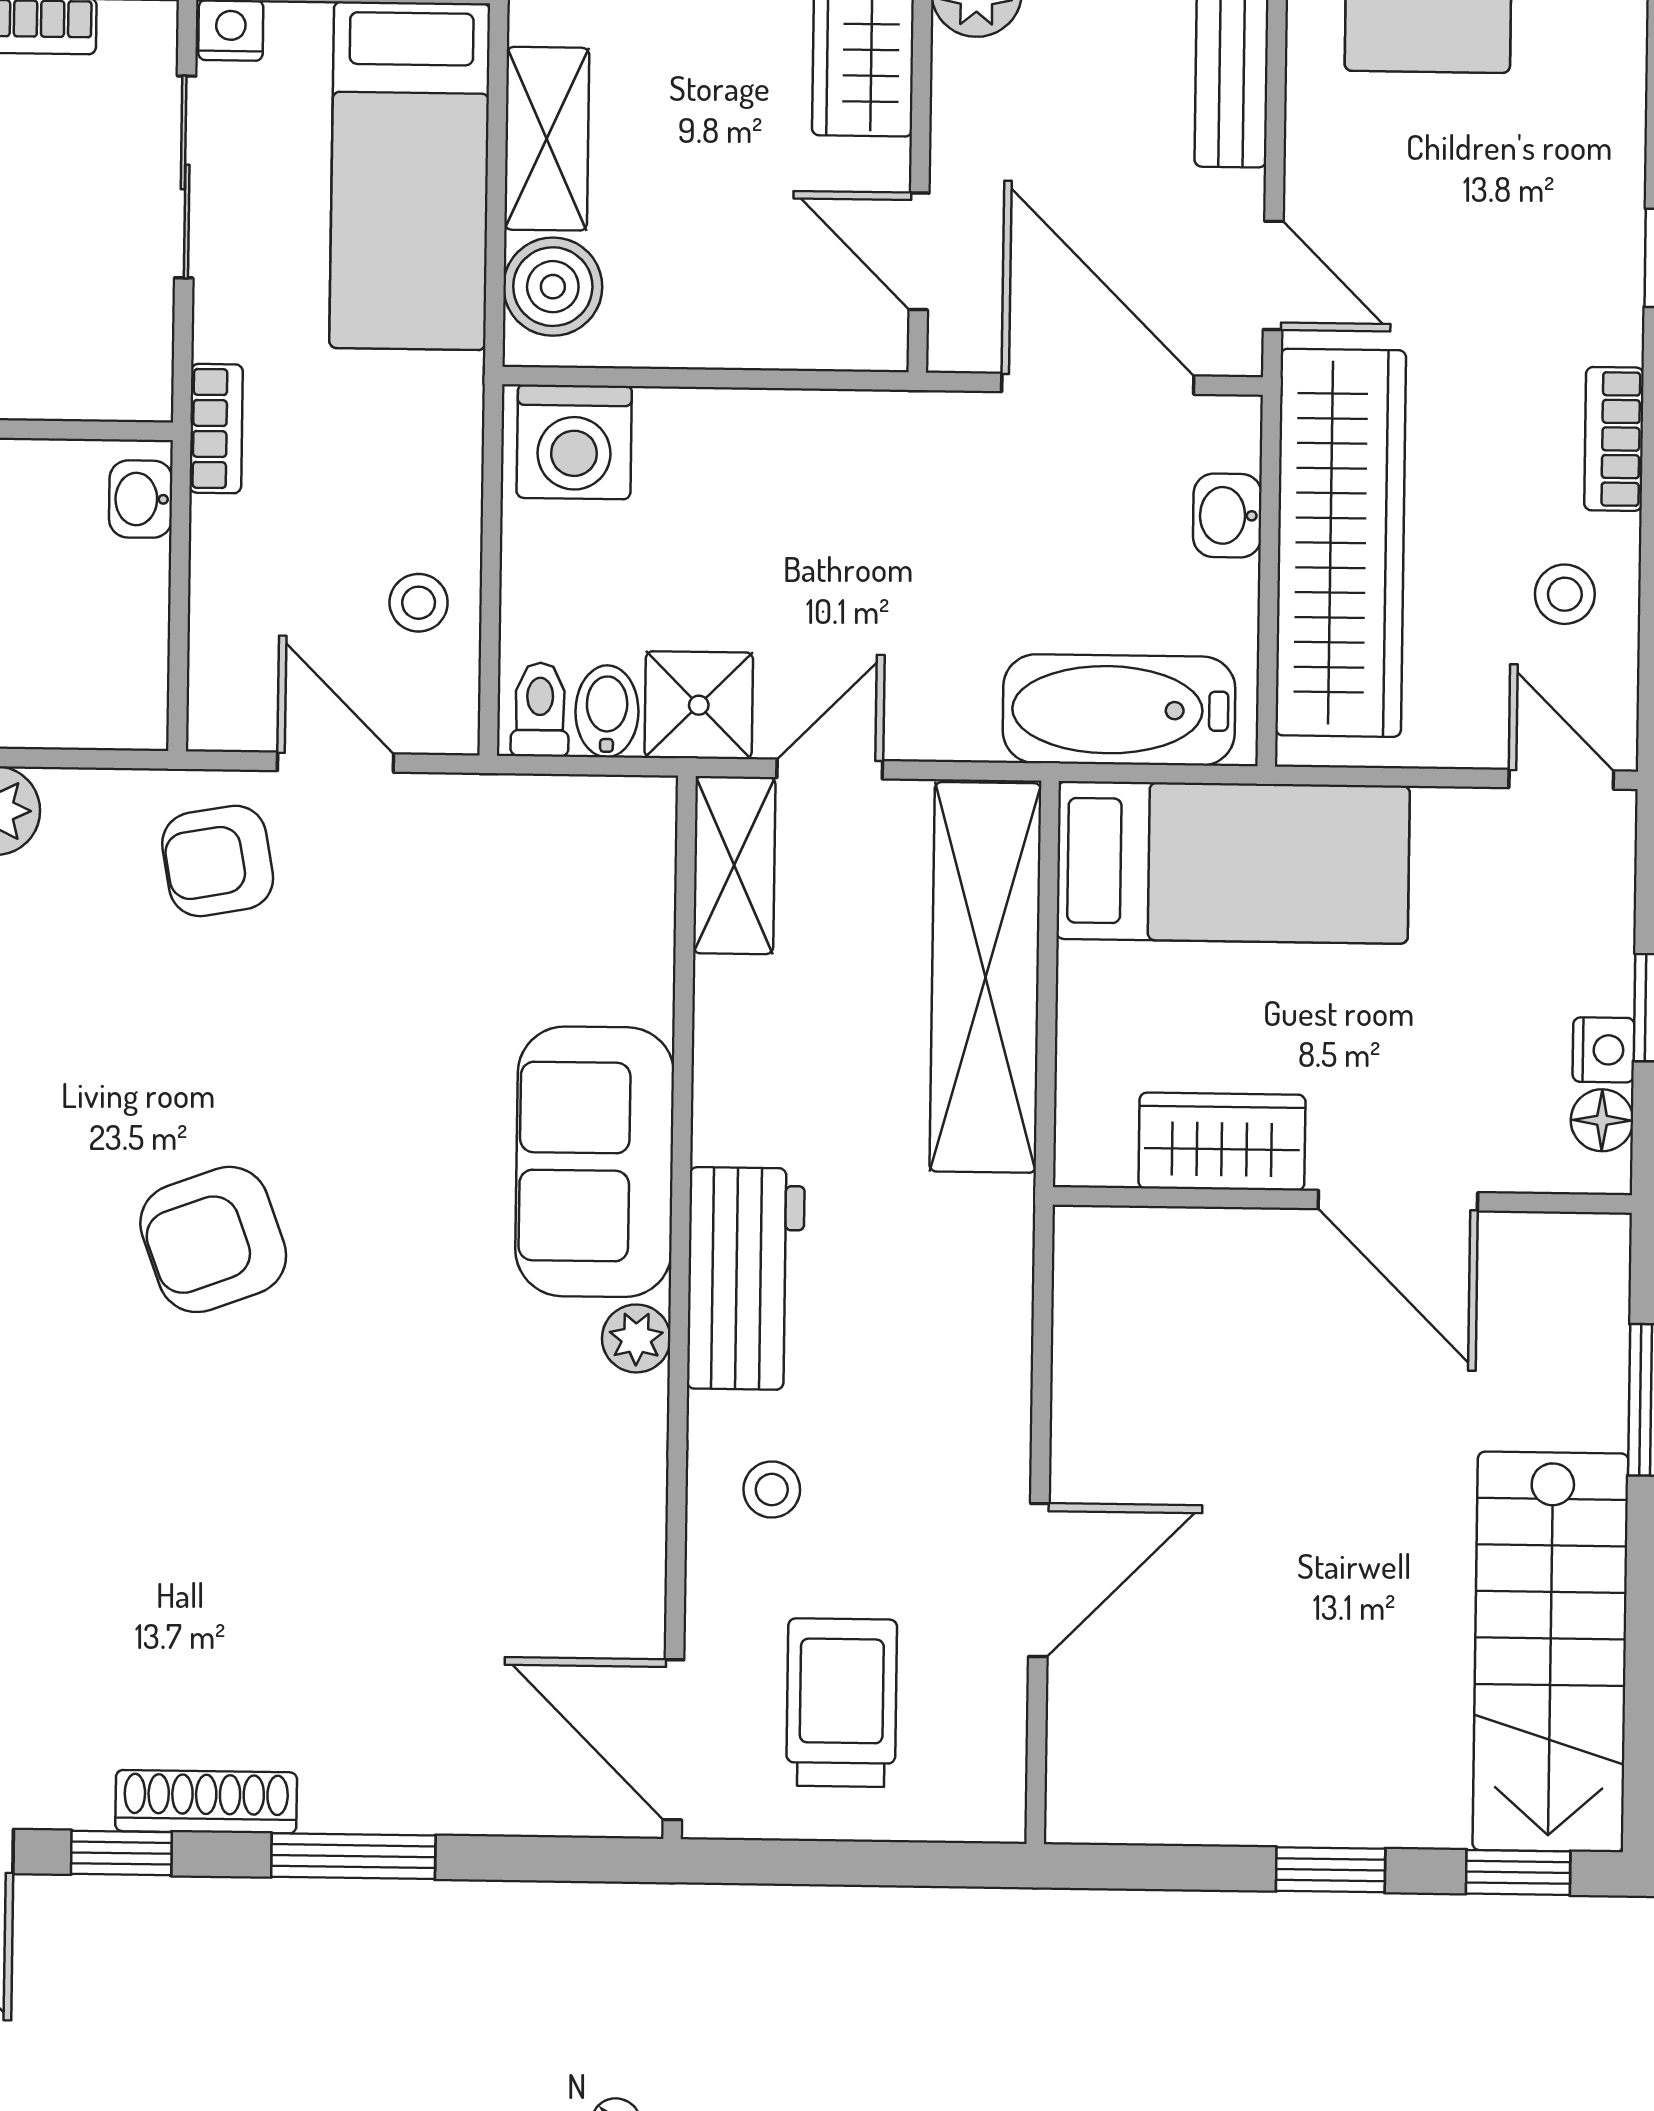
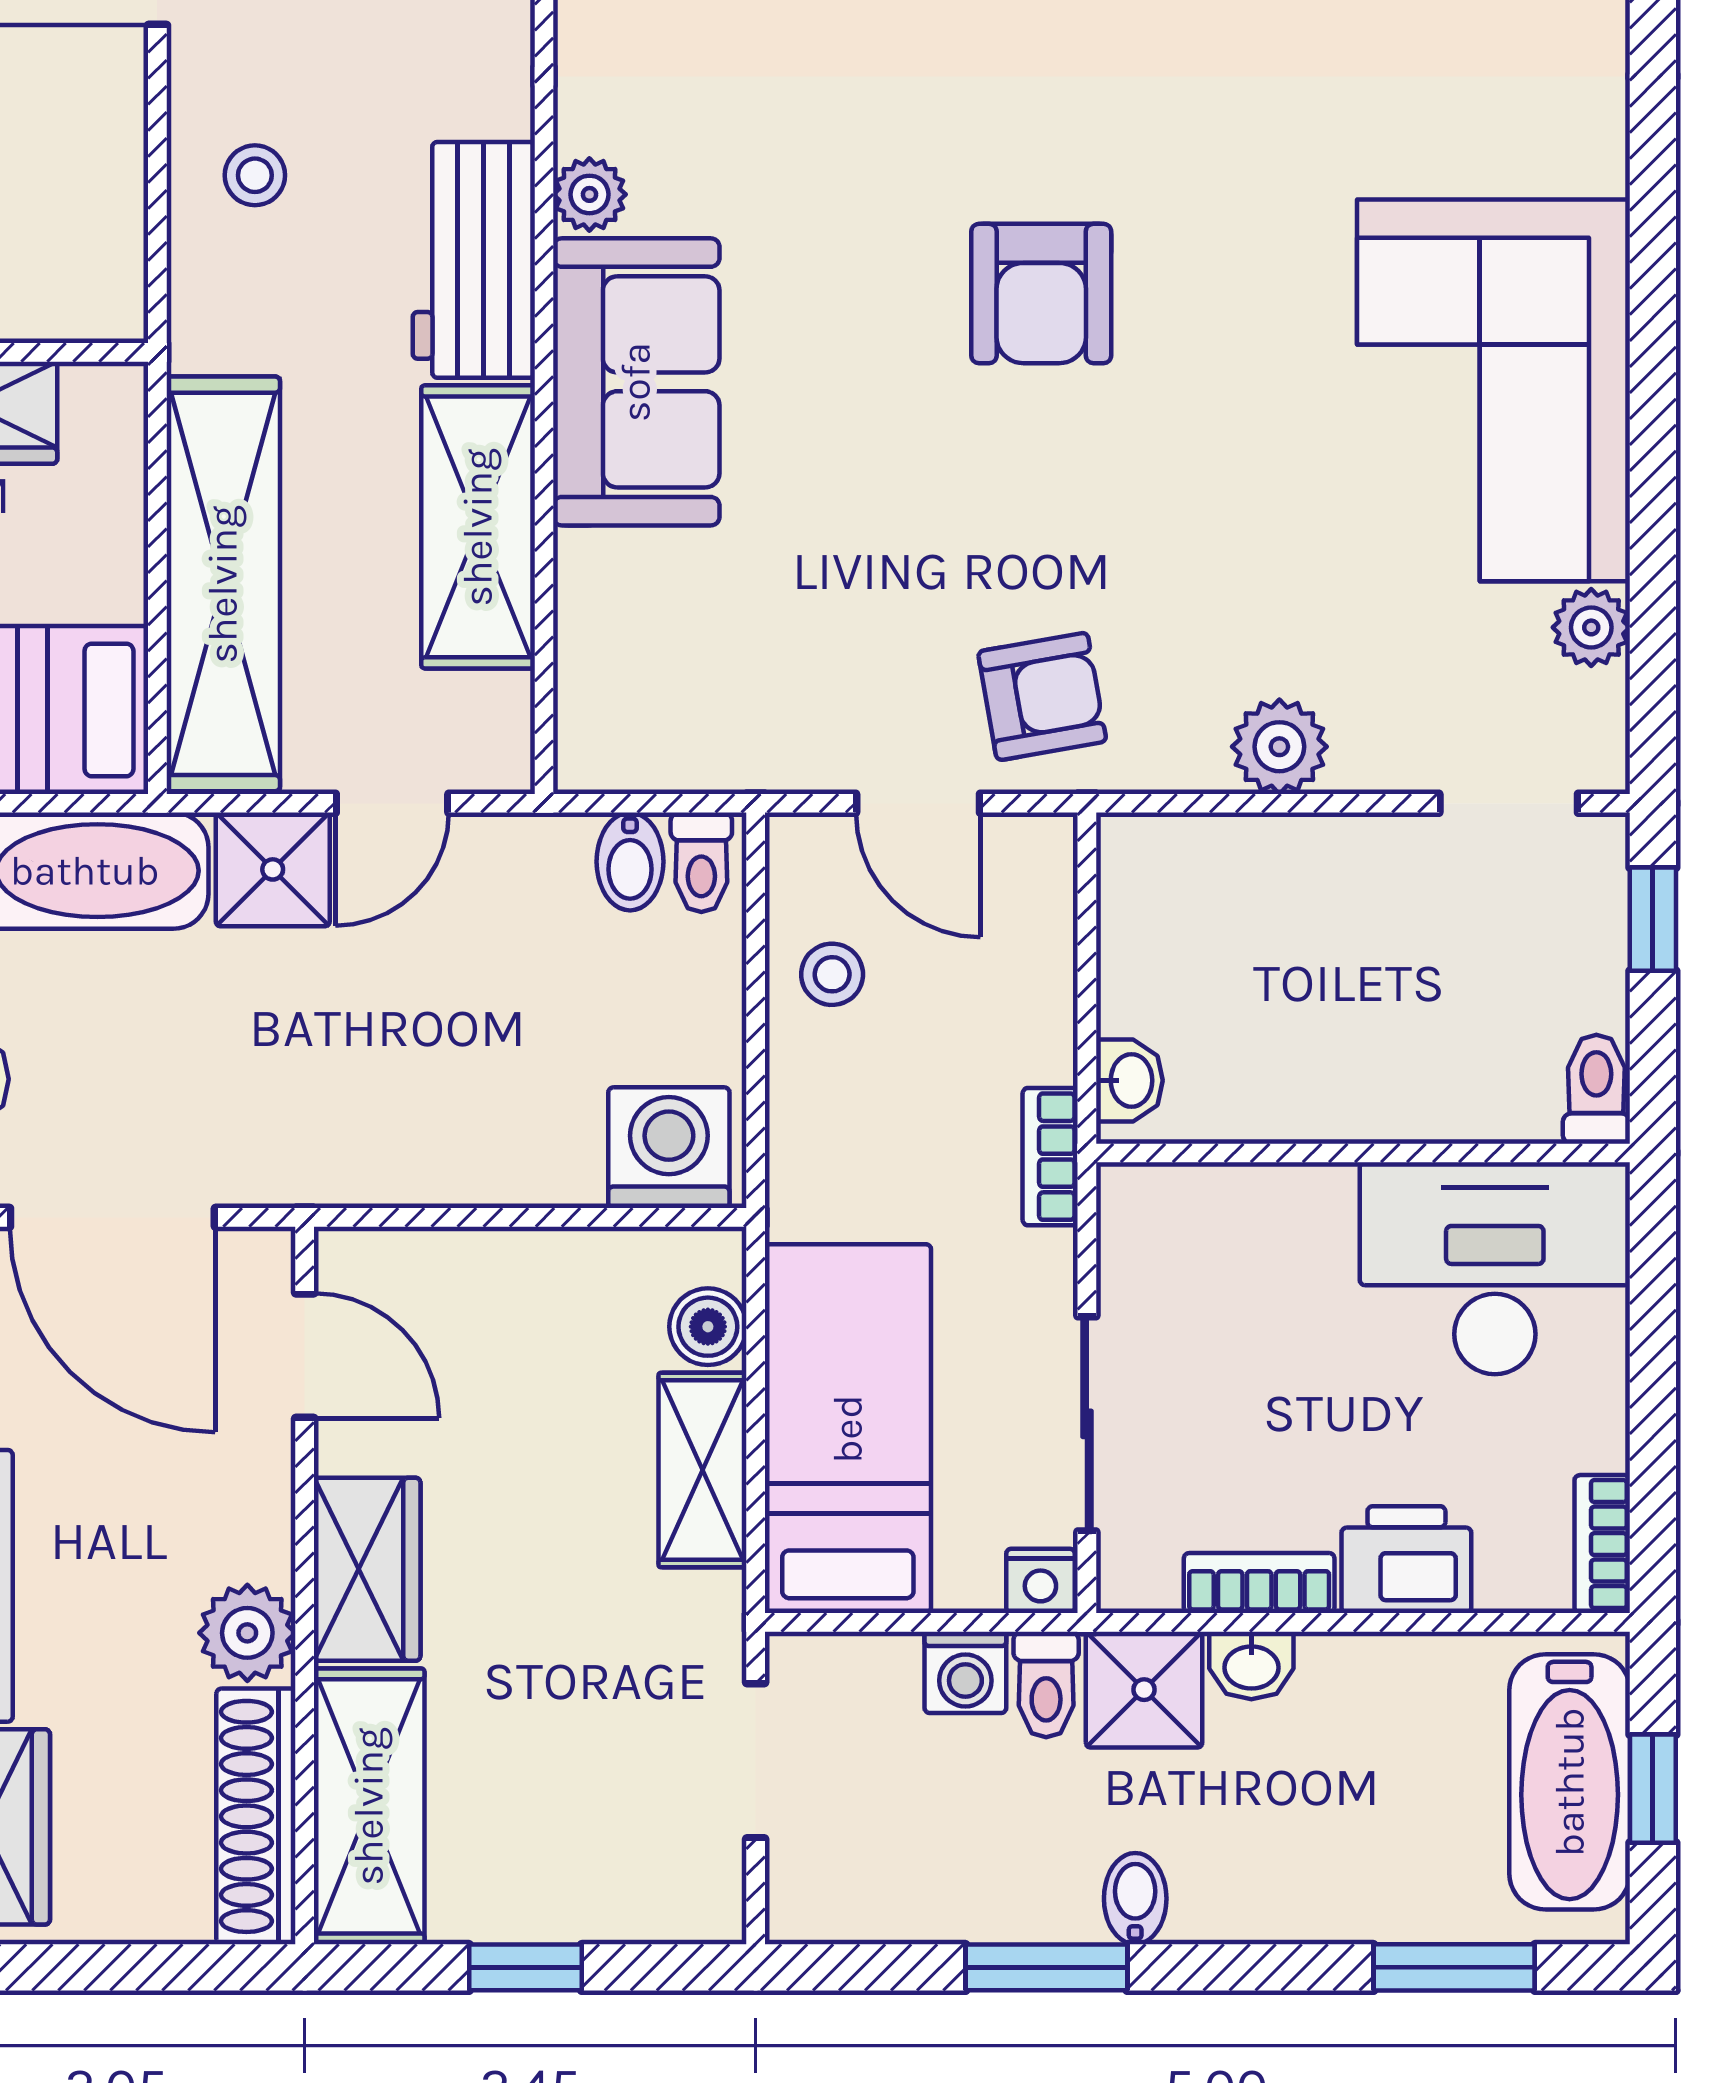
boiler: (553, 287) -> (708, 1327), width x0.73, depth x0.73
shower: (699, 705) -> (273, 869), moved
shelving: (734, 865) -> (478, 527), moved, width x1.50, depth x1.33
armchair: (213, 1239) -> (1041, 294), turned 110
stool: (772, 1489) -> (255, 175), moved

